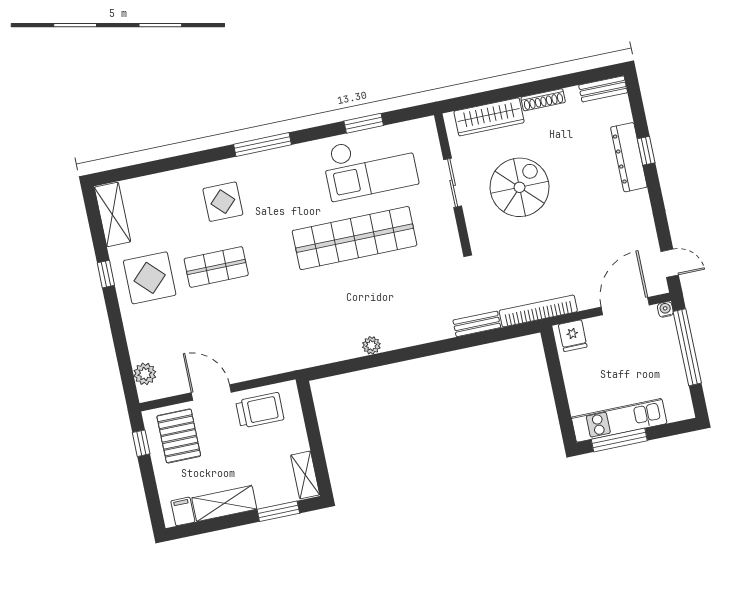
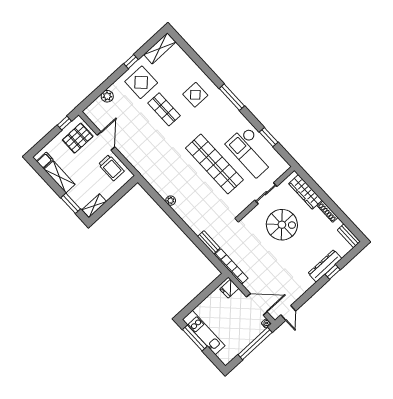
plant: (145, 374) -> (107, 96), moved

